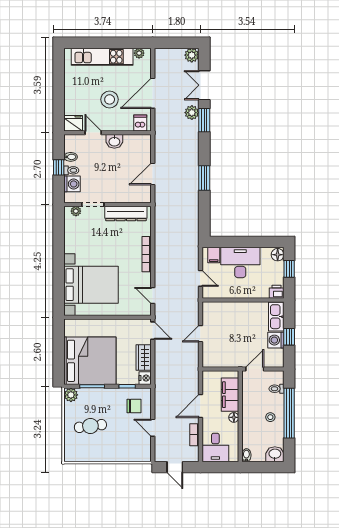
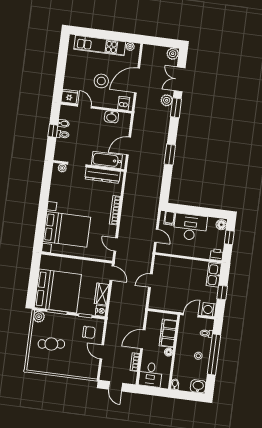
washbasin: (114, 141) -> (111, 117), moved
washing machine: (72, 184) -> (62, 146), removed
bathtub: (129, 194) -> (107, 160), added
washing machine: (276, 340) -> (209, 310), moved

